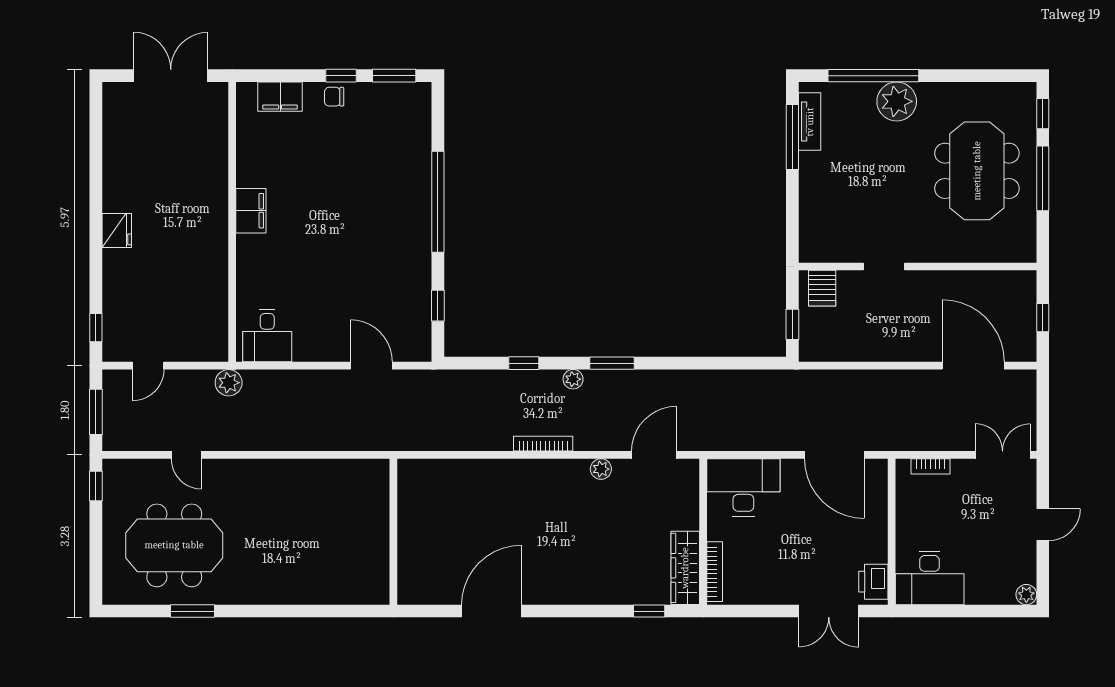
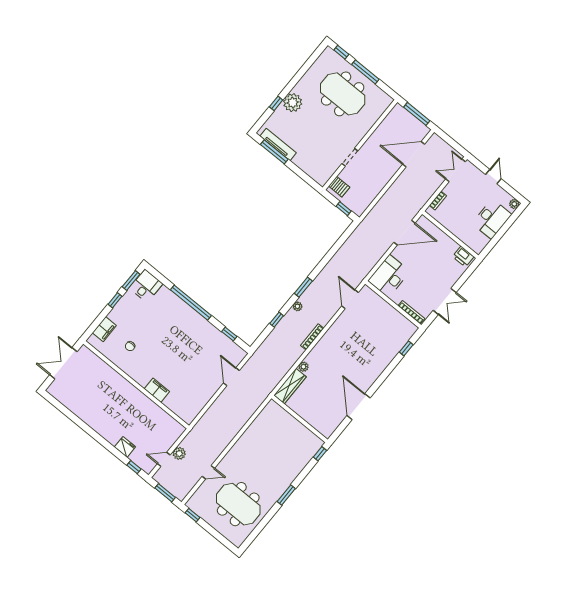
window: (873, 76) -> (276, 103), width x0.32
chair: (334, 97) -> (130, 346), moved
tv unit: (810, 122) -> (278, 144), width x1.41
filing cabinet: (251, 211) -> (157, 390), moved
fridge: (117, 231) -> (125, 447), moved
window: (1043, 318) -> (417, 114), width x2.17
desk: (267, 336) -> (146, 286), moved, turned -90
door: (148, 366) -> (164, 459), swing flipped
door: (371, 366) -> (231, 377), hinge flipped
plant: (229, 383) -> (179, 453), moved
plant: (601, 469) -> (304, 367), moved
meeting table: (174, 545) -> (238, 504), turned 90
wardrobe: (685, 568) -> (290, 386), moved, turned -90
desk: (930, 578) -> (492, 219), moved
window: (192, 611) -> (286, 495), moved
window: (364, 611) -> (320, 454), added
double door: (829, 611) -> (445, 301), moved

